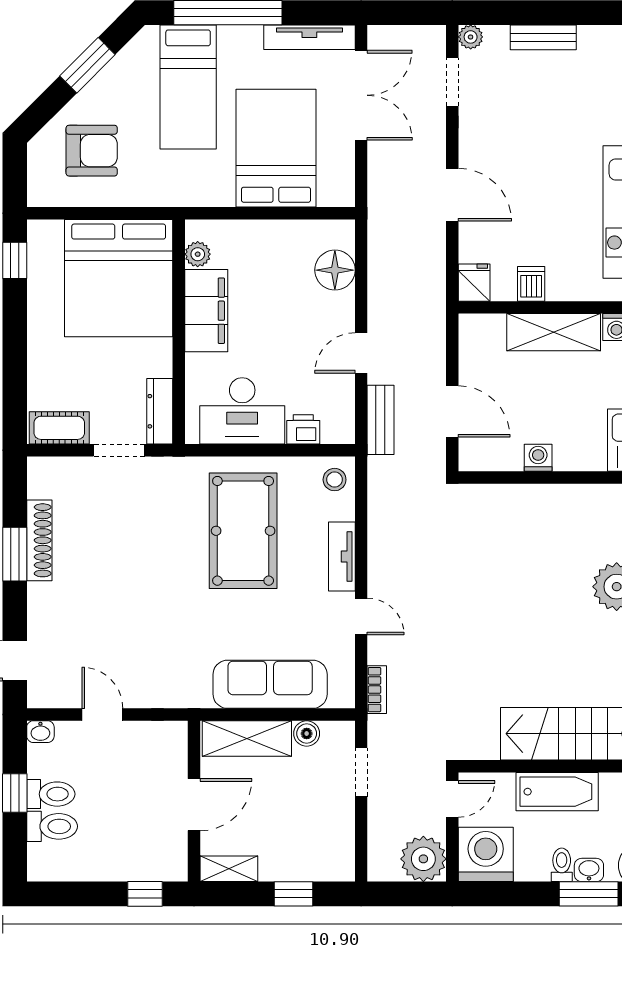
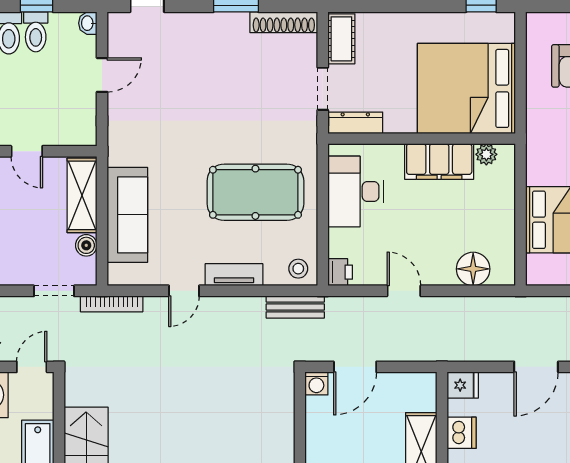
dishwasher: (531, 284) -> (462, 433), width x1.38
bench: (380, 420) -> (295, 307), moved
printer: (303, 429) -> (340, 272), moved
washing machine: (538, 458) -> (316, 383), moved, turned 90
shoe rack: (39, 540) -> (284, 22), moved
bookcase: (377, 690) -> (112, 304), width x1.56
door: (452, 799) -> (32, 367), swing flipped
door: (194, 805) -> (27, 151), width x0.73

